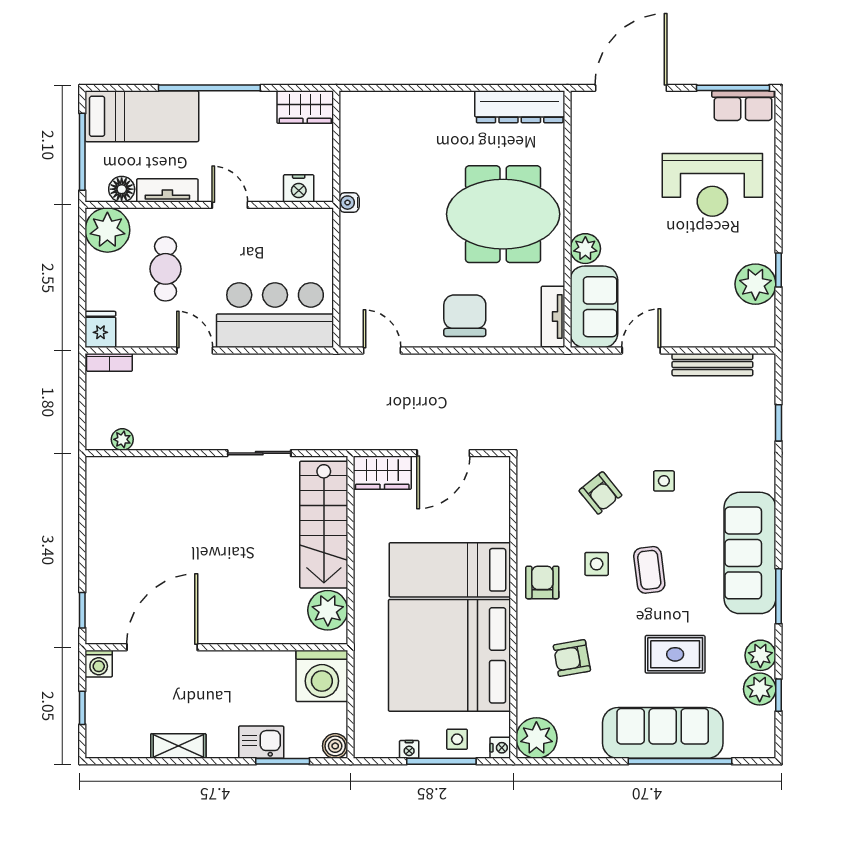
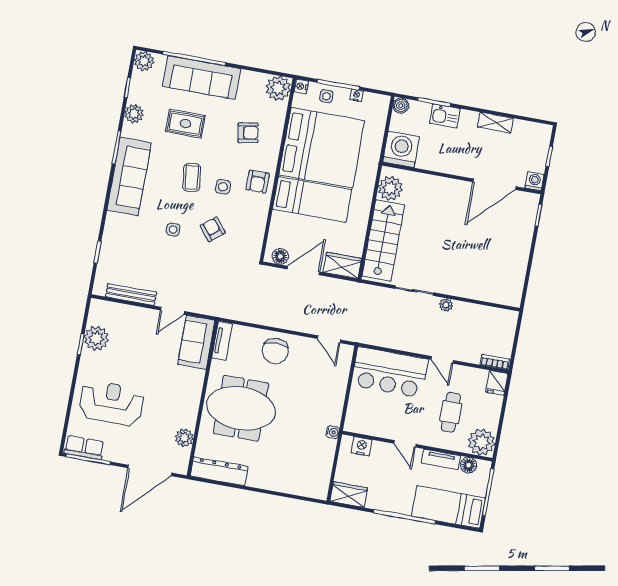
plant: (585, 249) -> (184, 438), moved
plant: (122, 439) -> (446, 305), moved
floor lamp: (484, 469) -> (280, 256), added
plant: (760, 689) -> (144, 61), moved

